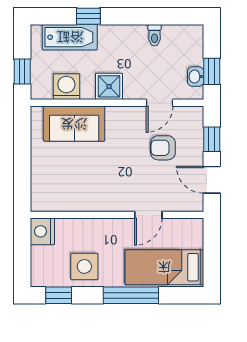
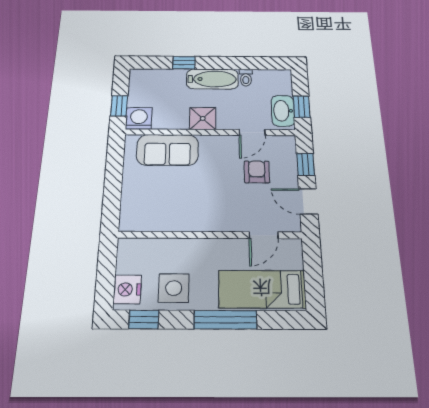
bathtub: (70, 37) -> (212, 79), moved
washbasin: (196, 77) -> (283, 111), width x1.91, depth x1.45
washing machine: (66, 87) -> (139, 118), moved
armchair: (163, 148) -> (257, 172), turned 90
door: (148, 215) -> (264, 235), moved
nightstand: (42, 231) -> (127, 289), moved

